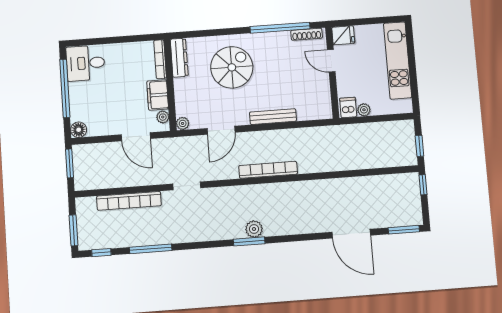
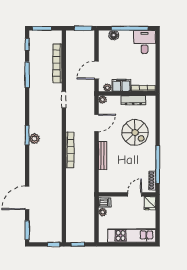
dresser: (179, 58) -> (133, 100), moved
floor lamp: (79, 130) -> (114, 35), moved
door: (221, 130) -> (96, 123), swing flipped

